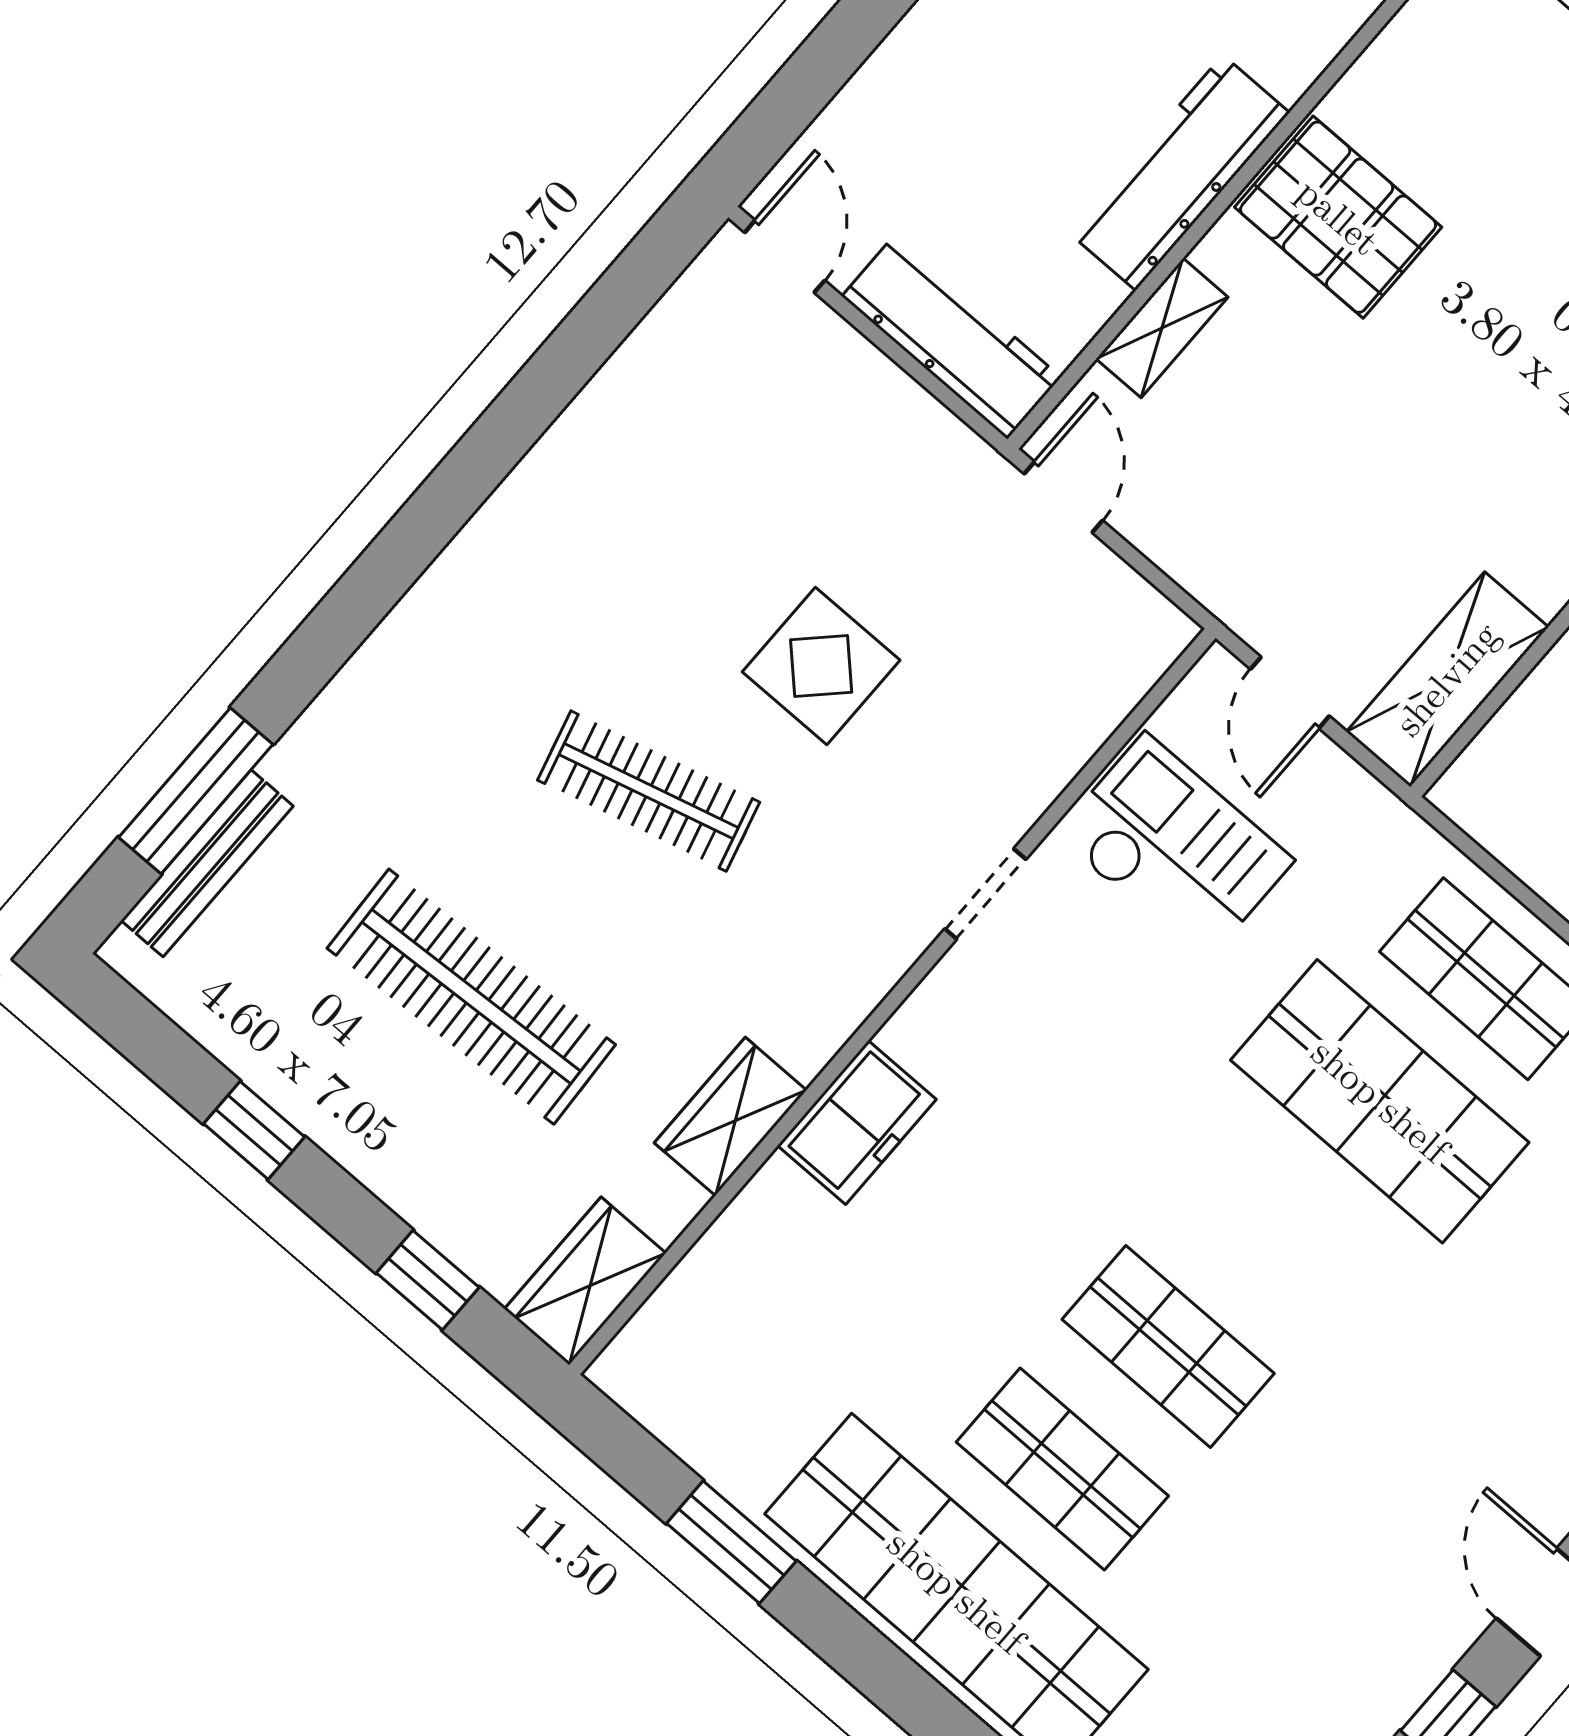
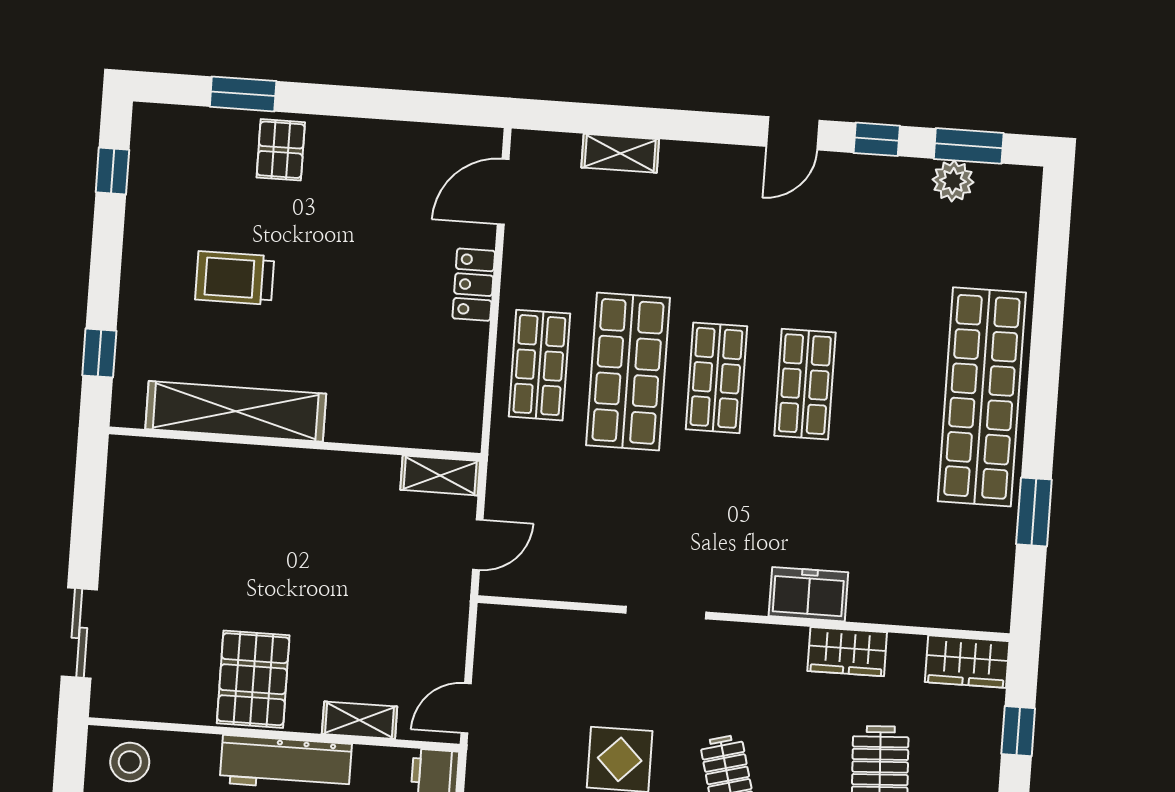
shelving: (1447, 679) -> (440, 475), width x0.67, depth x0.75
checkout: (1175, 848) -> (584, 545), removed
doorway: (985, 894) -> (666, 613), width x1.38
shop shelf: (1062, 1469) -> (716, 378), moved

